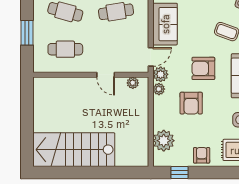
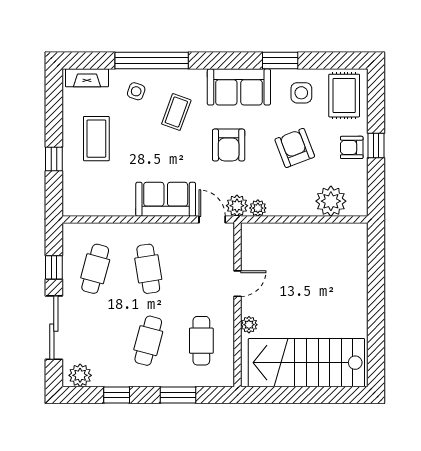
plant: (133, 83) -> (249, 325), moved
armchair: (191, 103) -> (295, 148), moved, turned -111
stairs: (74, 150) -> (306, 363), moved, turned 90
window: (179, 172) -> (376, 145), moved

